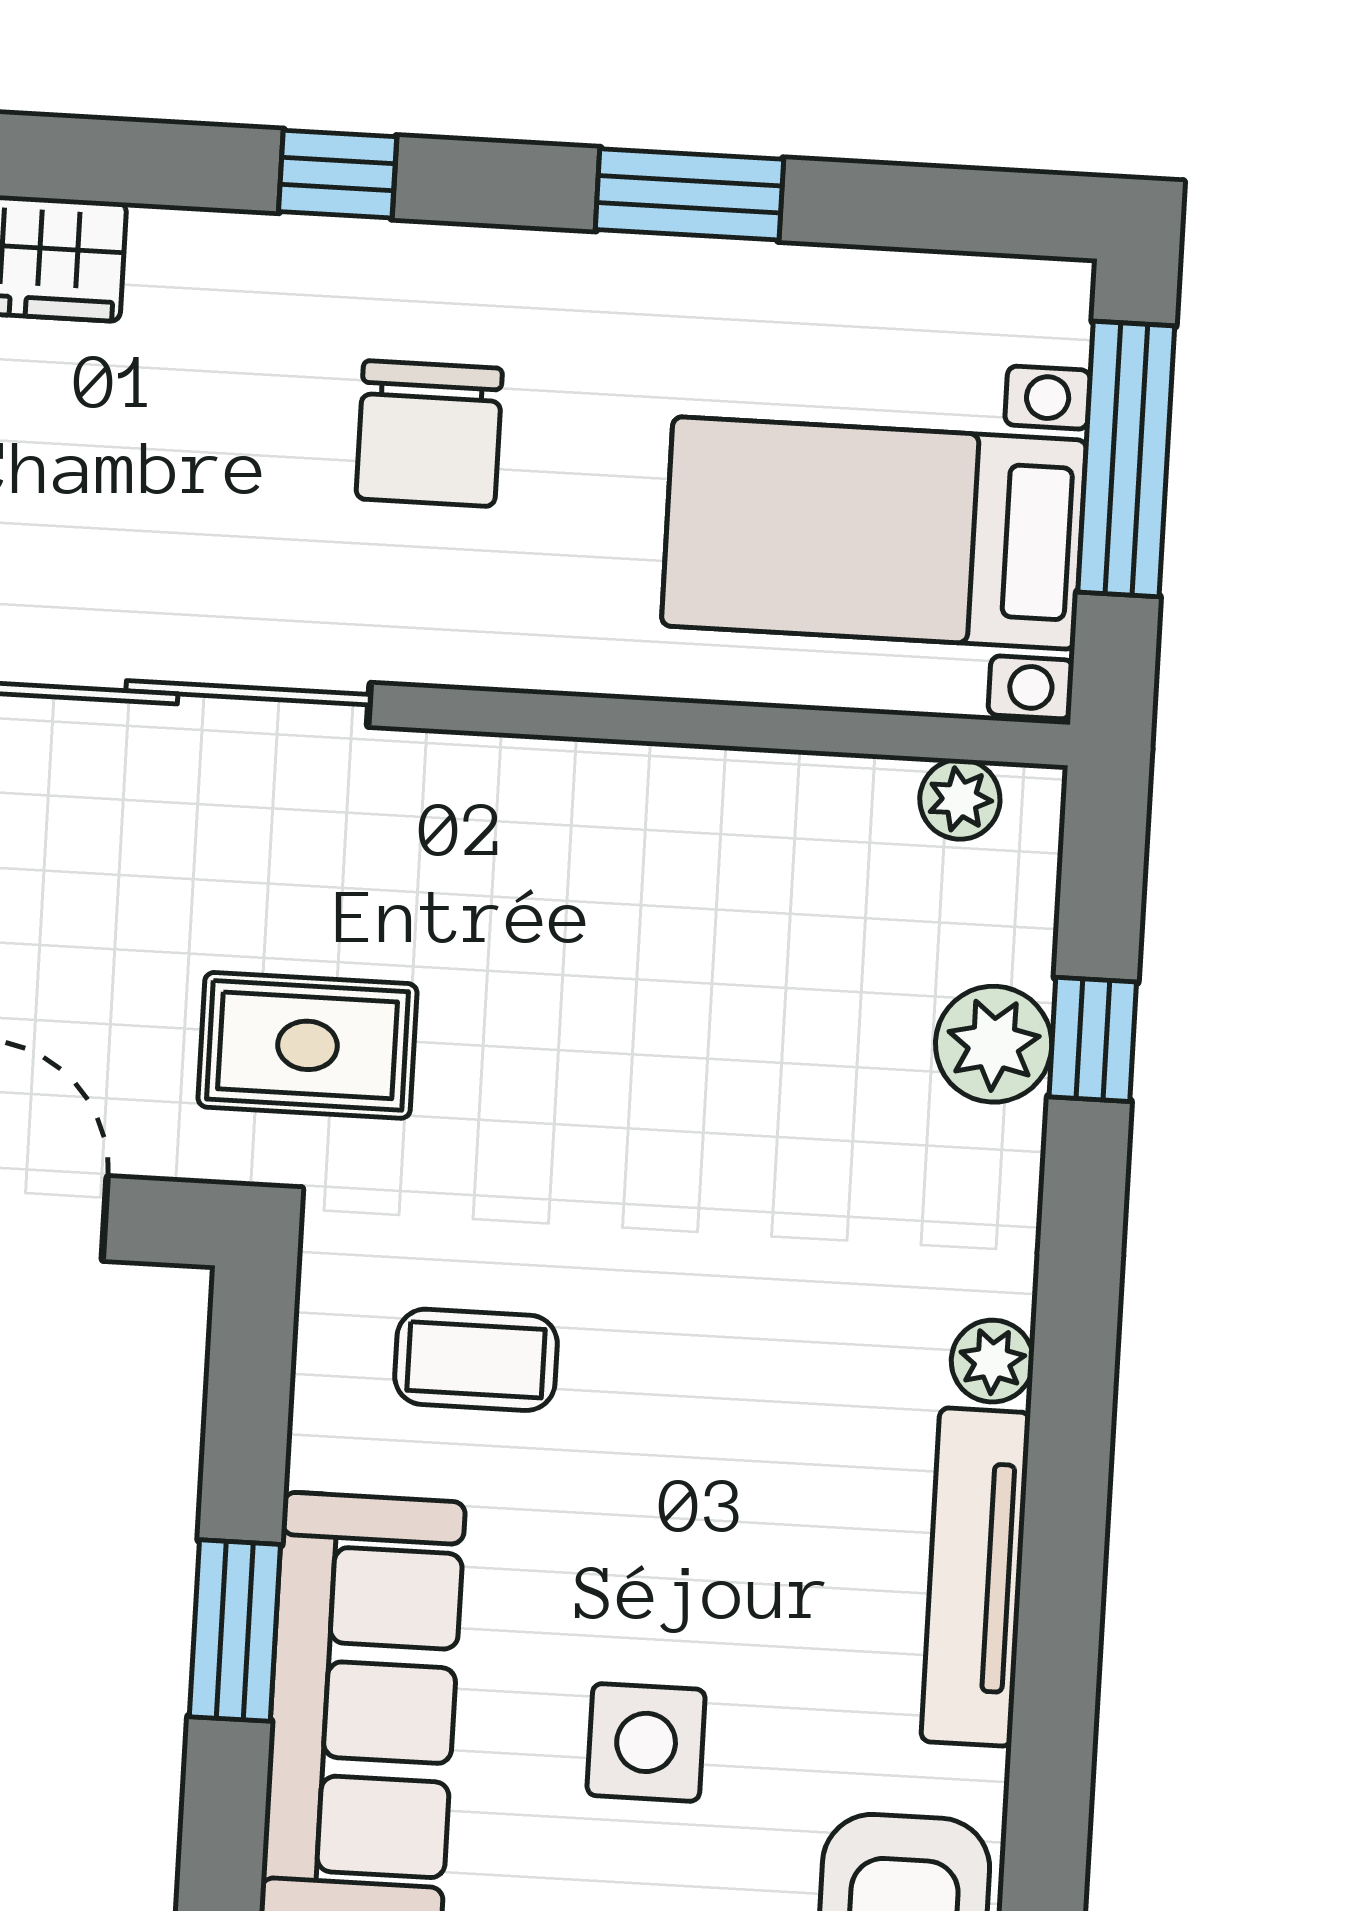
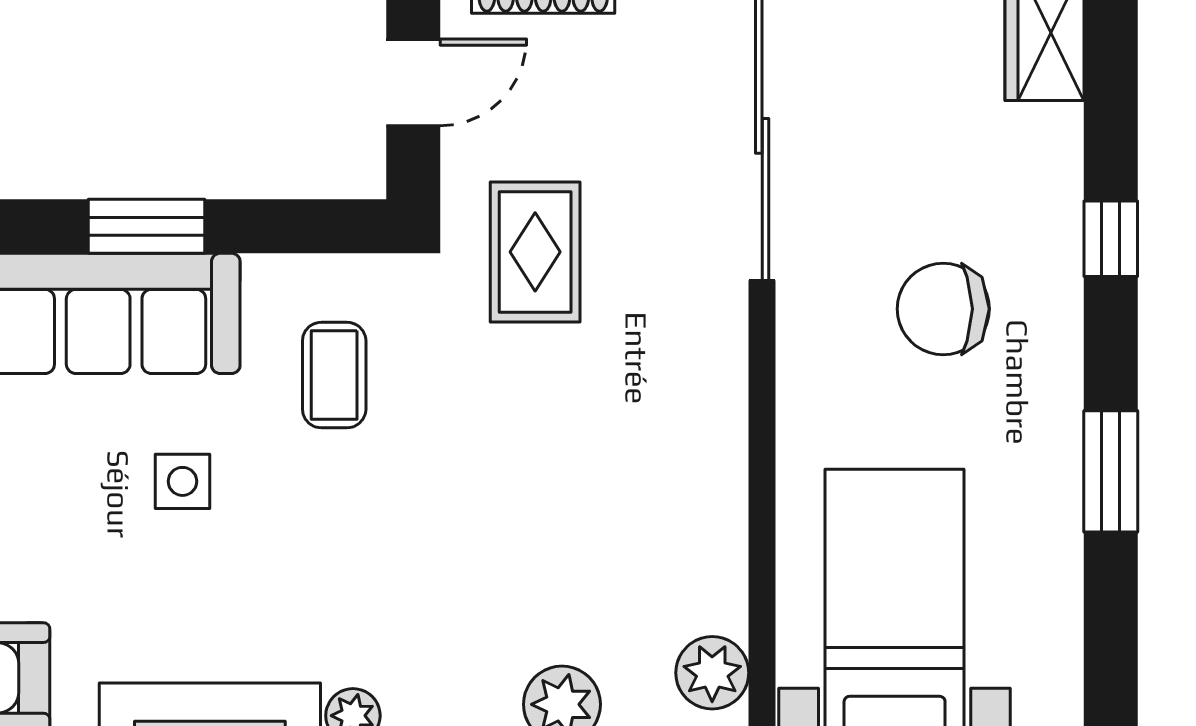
plant: (960, 799) -> (712, 673), width x1.38, depth x1.38
side table: (646, 1742) -> (182, 481), moved, width x0.73, depth x0.73

